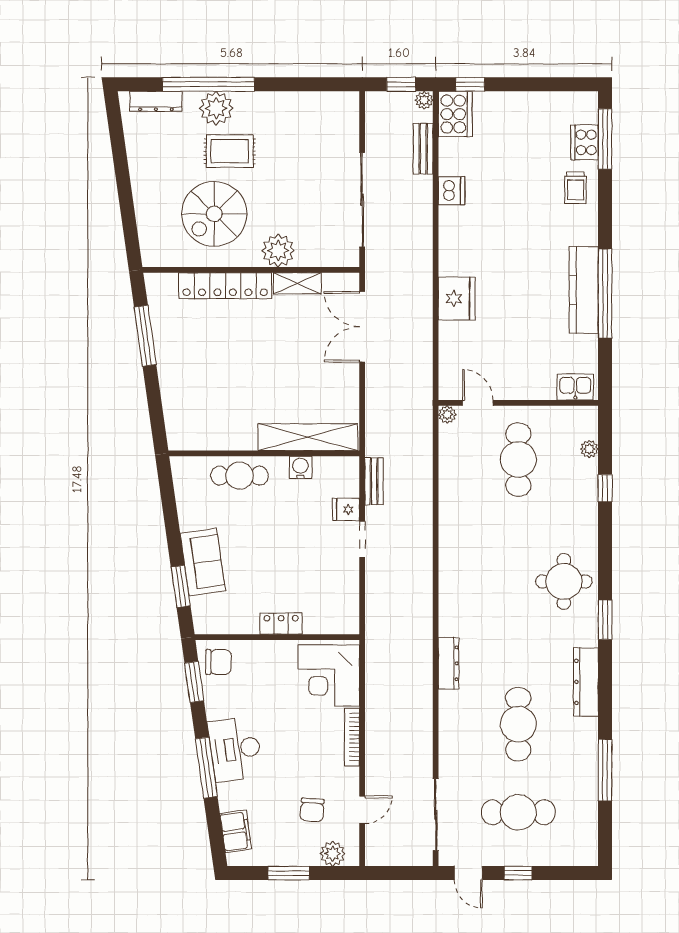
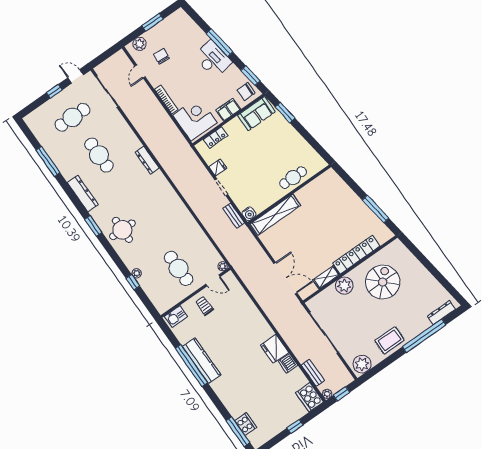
window: (470, 84) -> (295, 426), moved
plant: (216, 108) -> (362, 364), moved
rug: (230, 151) -> (390, 340), moved
trolley: (575, 188) -> (205, 306), moved
fridge: (457, 299) -> (275, 349), moved
plant: (589, 449) -> (137, 273), moved
water cooler: (300, 467) -> (249, 214), moved
fridge: (346, 509) -> (218, 168), moved
sofa: (203, 562) -> (256, 114), moved, turned -82
locker: (281, 624) -> (215, 138), moved
filing cabinet: (236, 831) -> (228, 110), moved, turned 98

